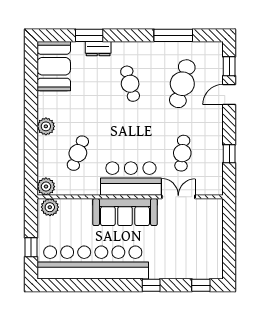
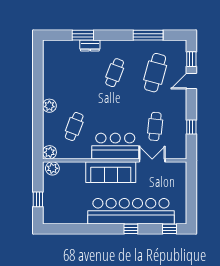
booth: (54, 66) -> (55, 59), removed
cafe table: (130, 84) -> (115, 73), turned 36
bar counter: (93, 263) -> (131, 211), moved

